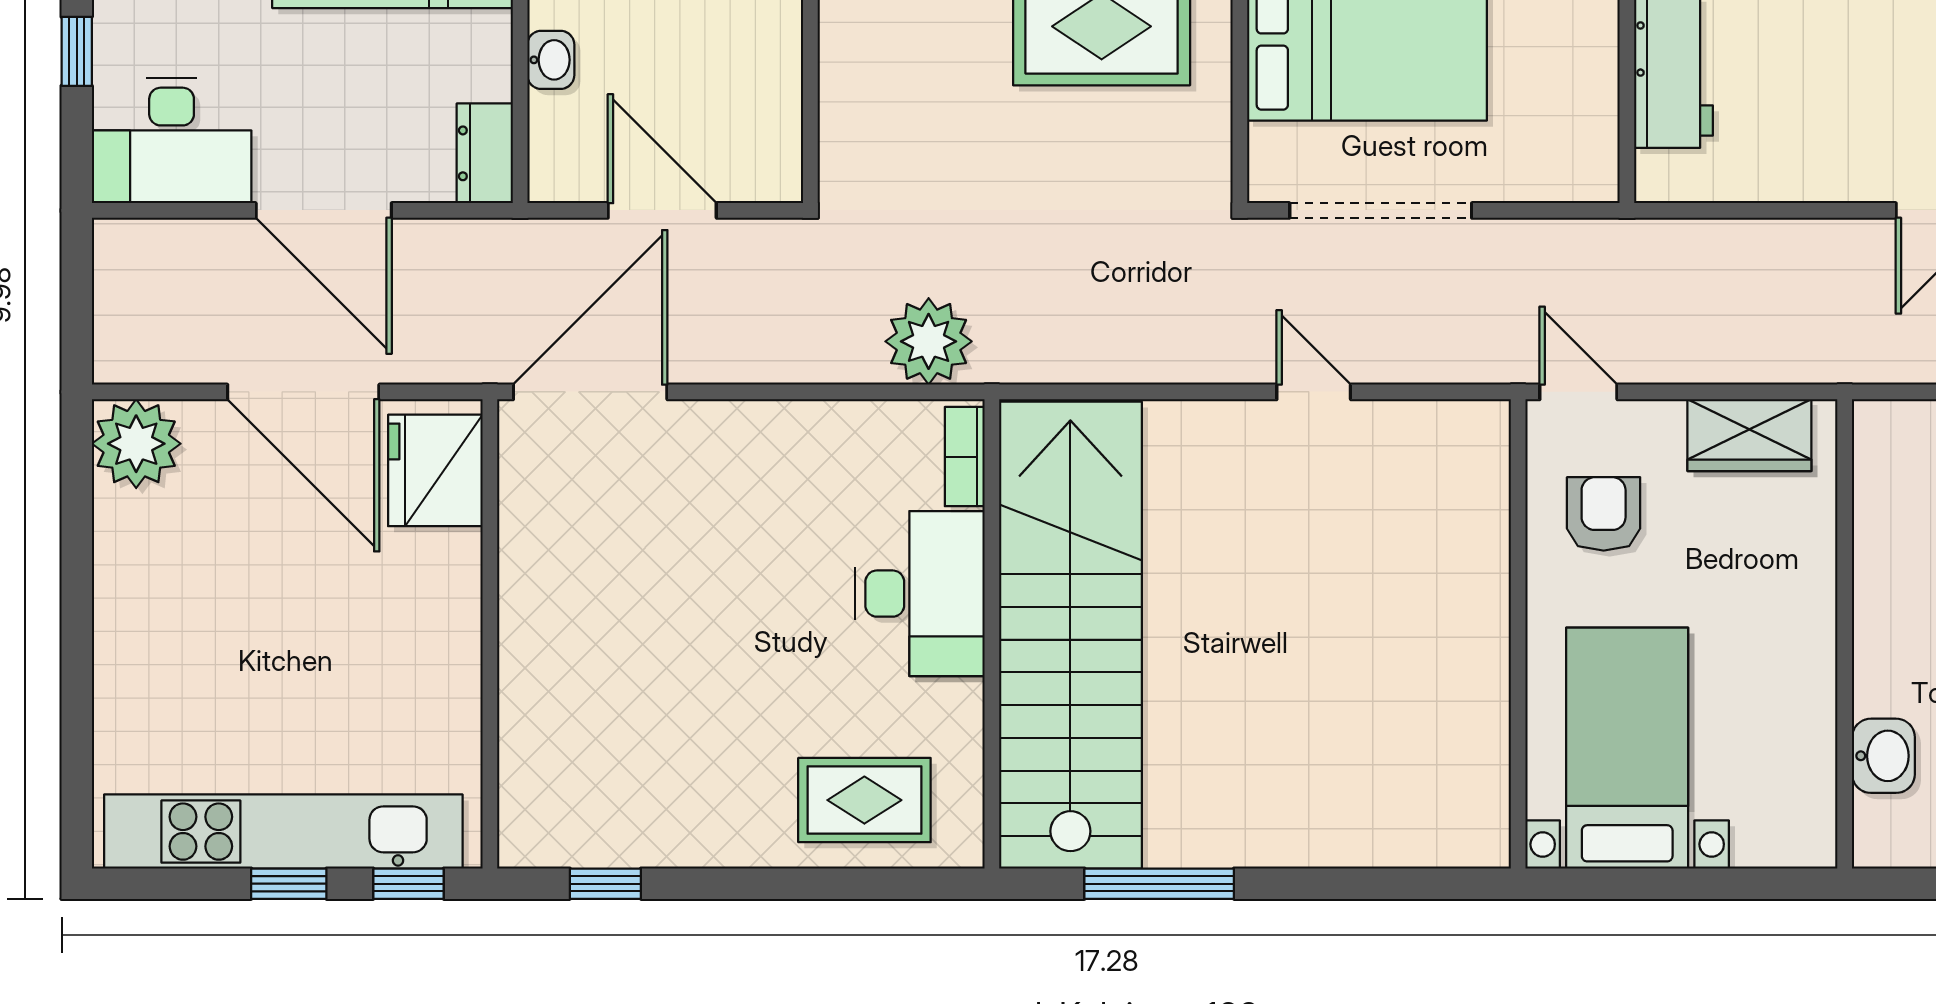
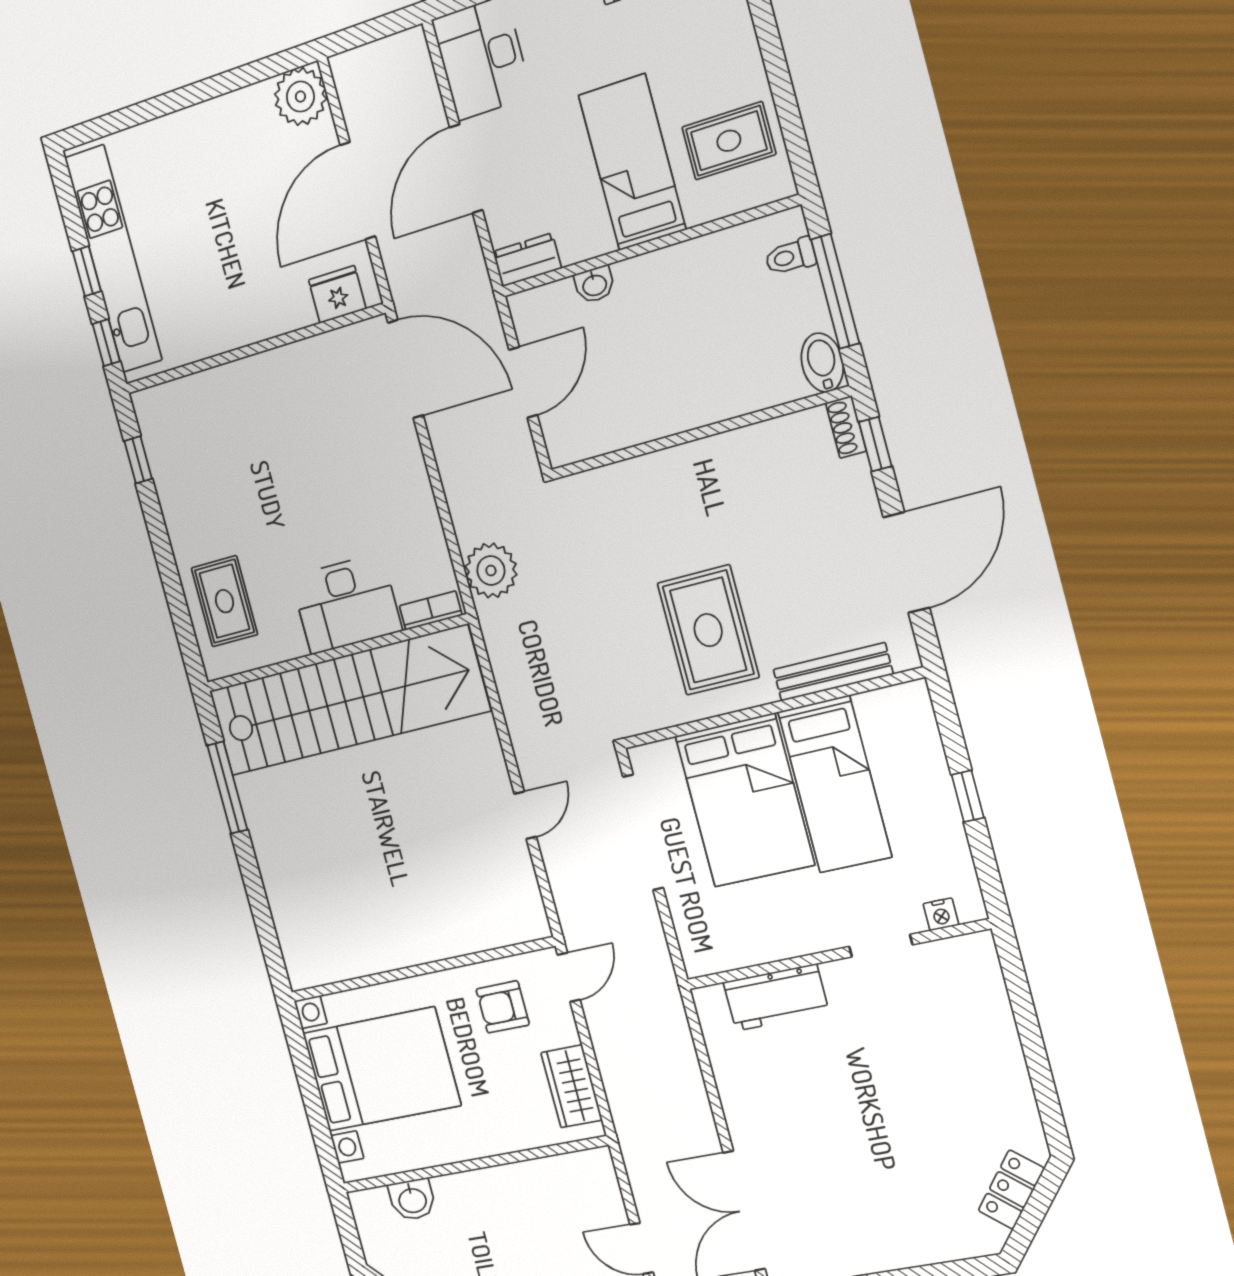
fridge: (435, 470) -> (337, 294), width x0.73, depth x0.75
armchair: (1604, 514) -> (503, 1007), turned 180
bed with nightstands: (1627, 748) -> (381, 1069), width x1.36

